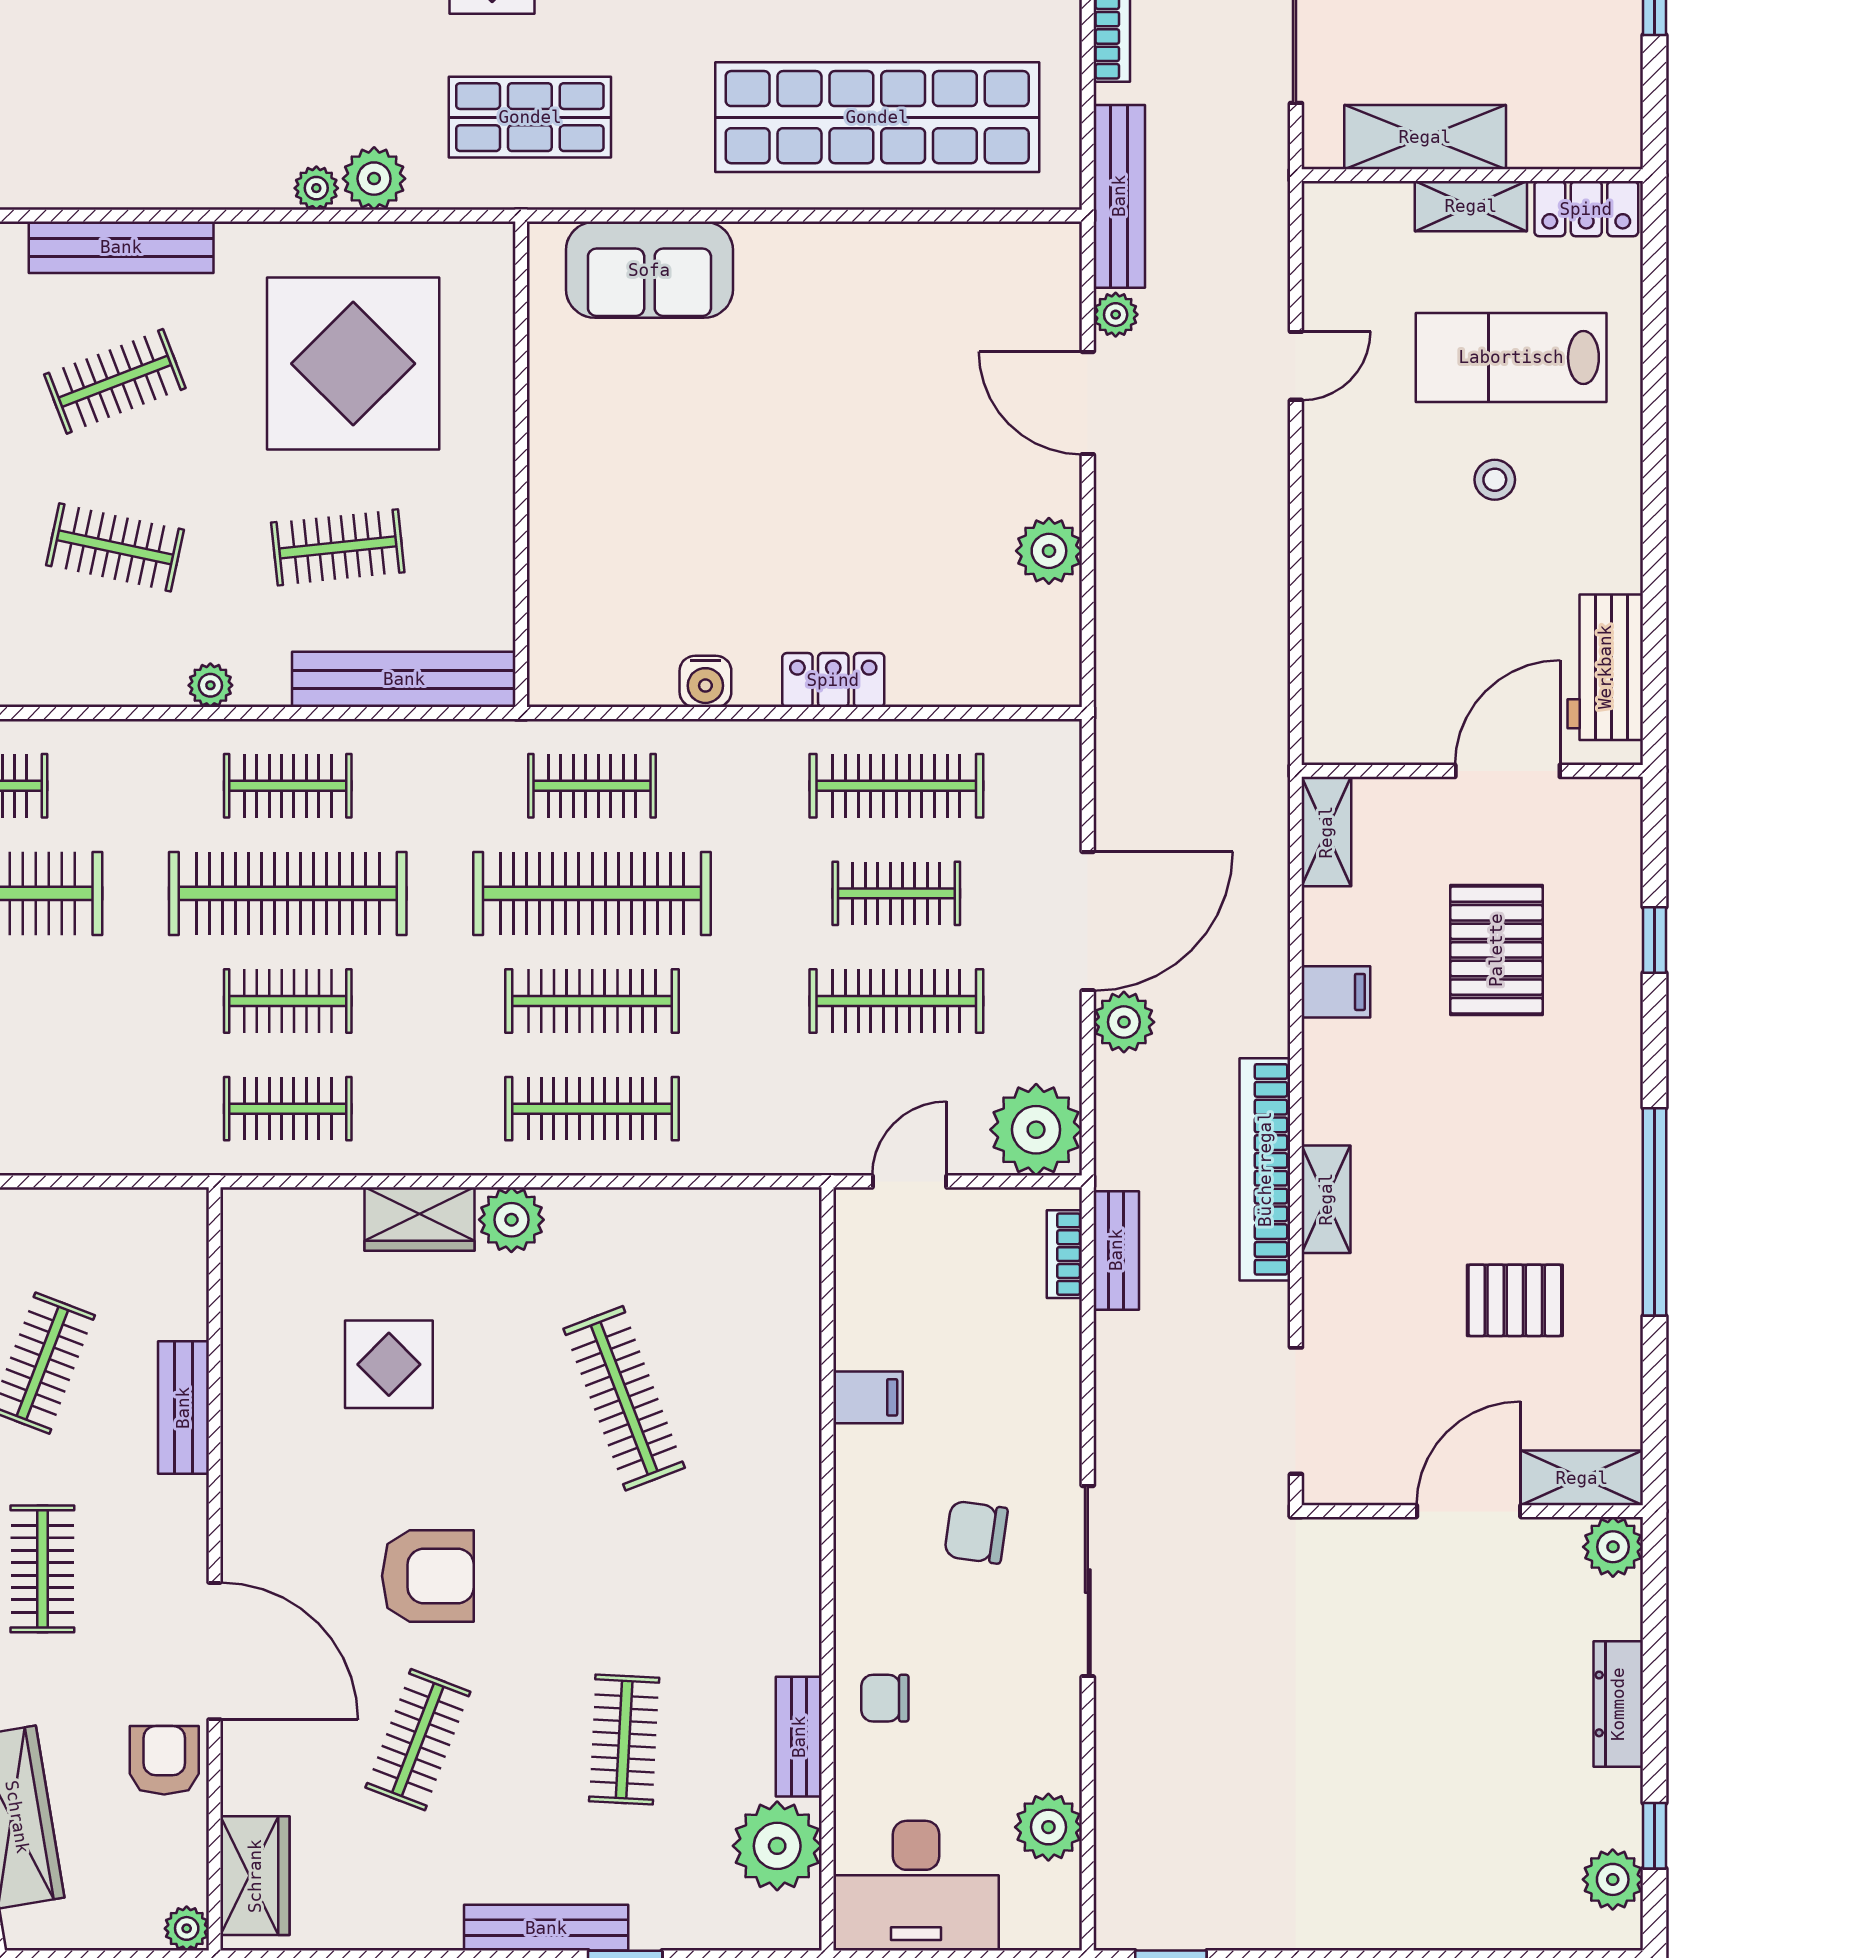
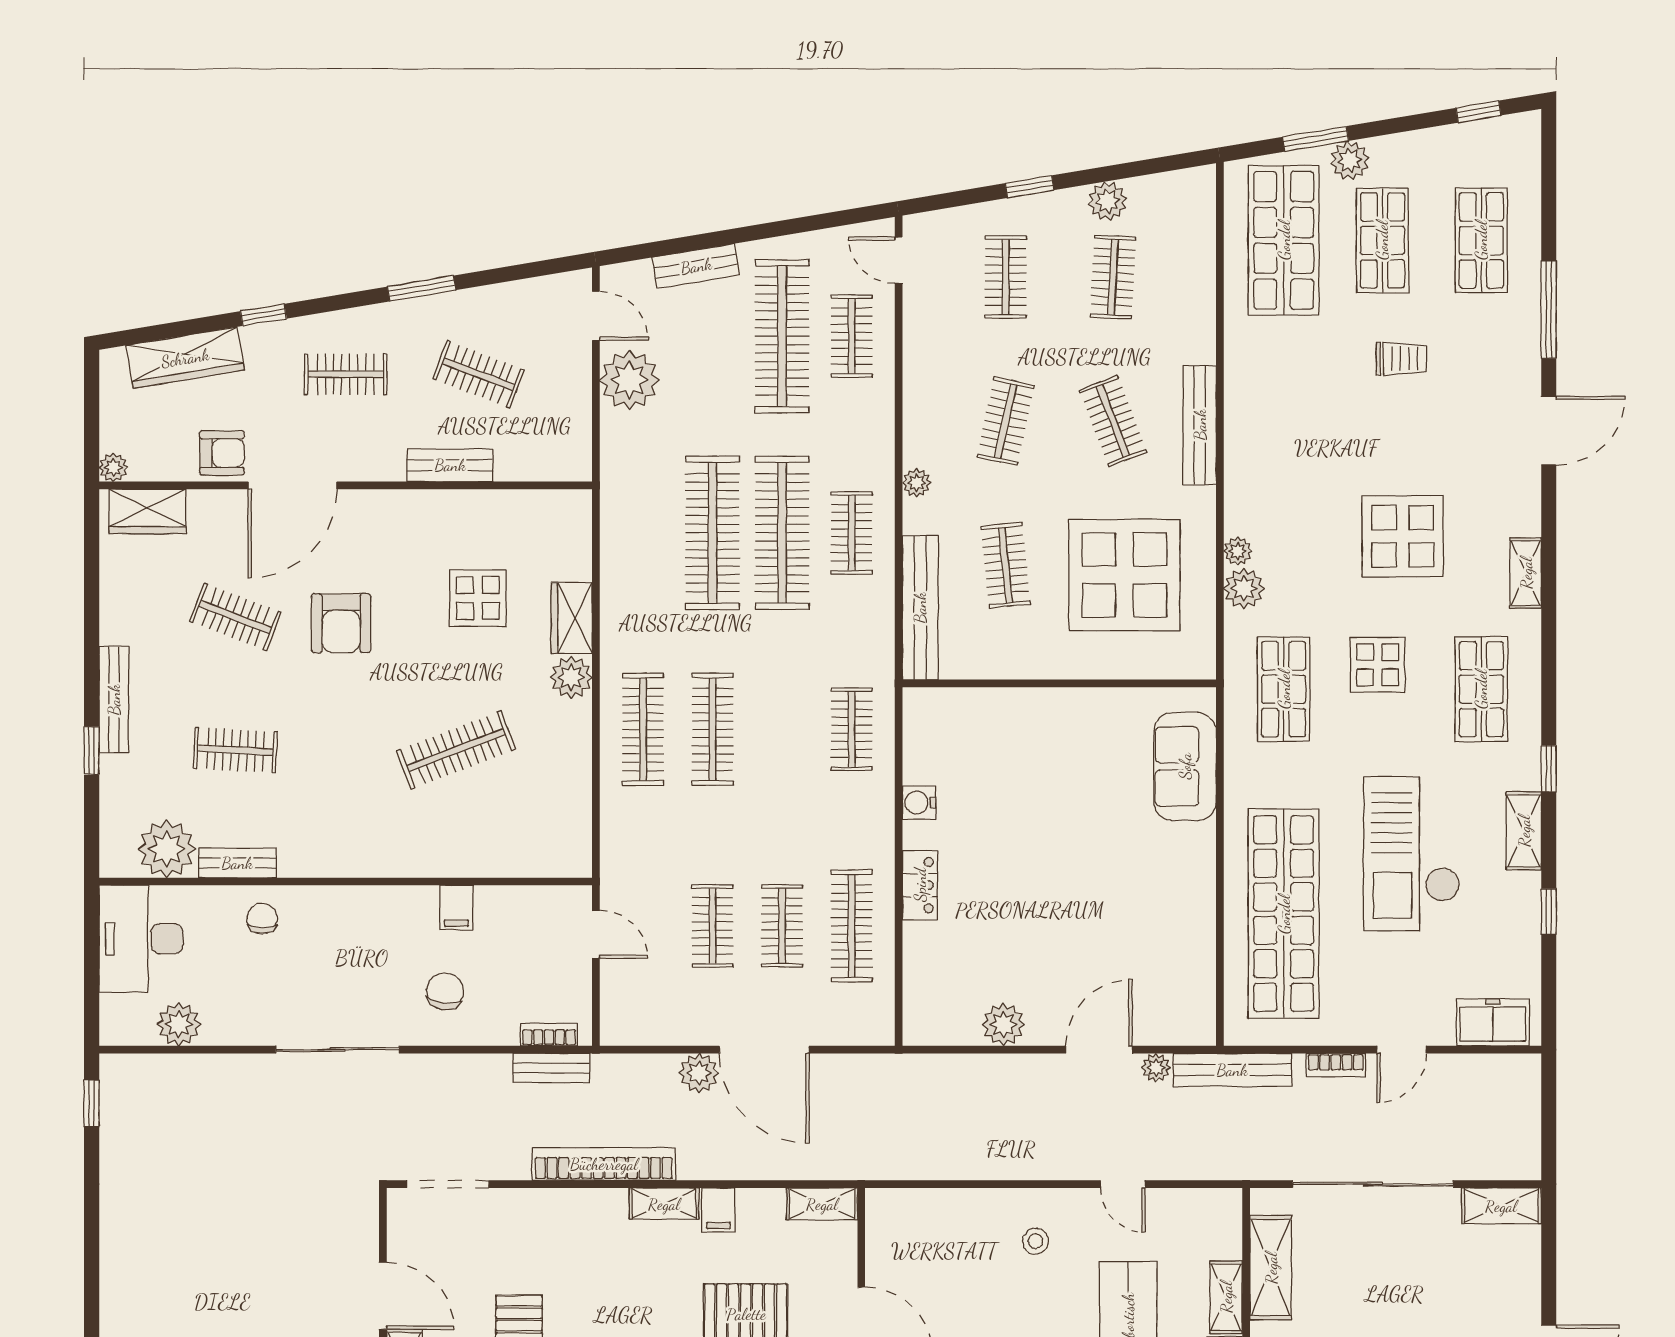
stool: (1495, 480) -> (1035, 1241), moved
clothes rail: (592, 893) -> (782, 729), removed
clothes rail: (288, 1001) -> (713, 533), width x1.86, depth x1.31
clothes rail: (896, 1001) -> (713, 926), width x0.73
clothes rail: (288, 1109) -> (643, 533), removed
plant: (1036, 1130) -> (629, 380), moved
shelving: (1326, 1199) -> (664, 1204), moved
chair: (976, 1532) -> (445, 991), moved

